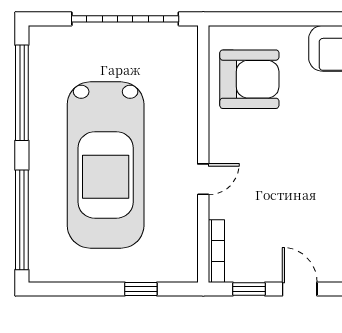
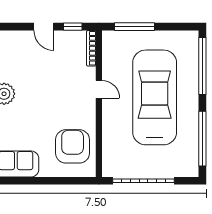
armchair: (249, 79) -> (73, 146), turned 90
door: (203, 179) -> (99, 89), swing flipped
window: (141, 289) -> (134, 27), width x2.17

